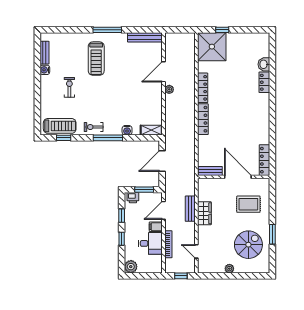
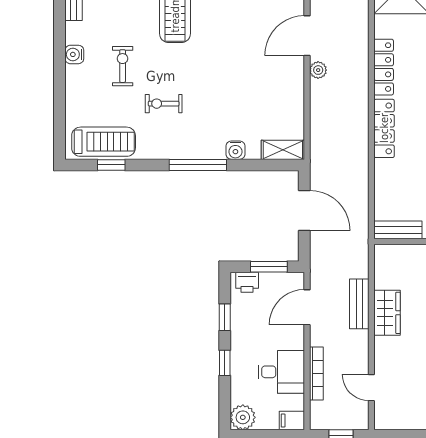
water cooler: (45, 70) -> (74, 54), moved
exercise bike: (94, 127) -> (164, 104), moved
door: (162, 161) -> (304, 210), swing flipped
filing cabinet: (156, 227) -> (292, 421), moved

